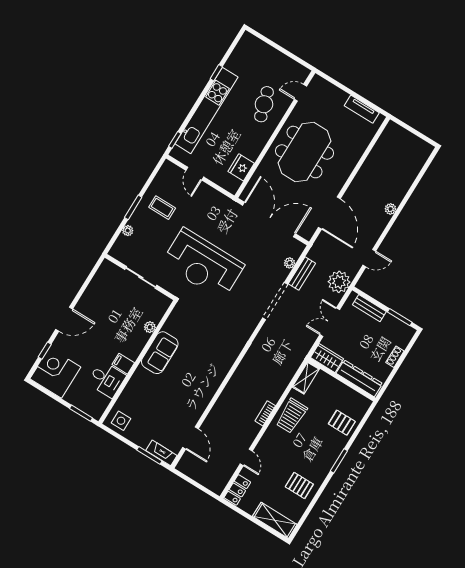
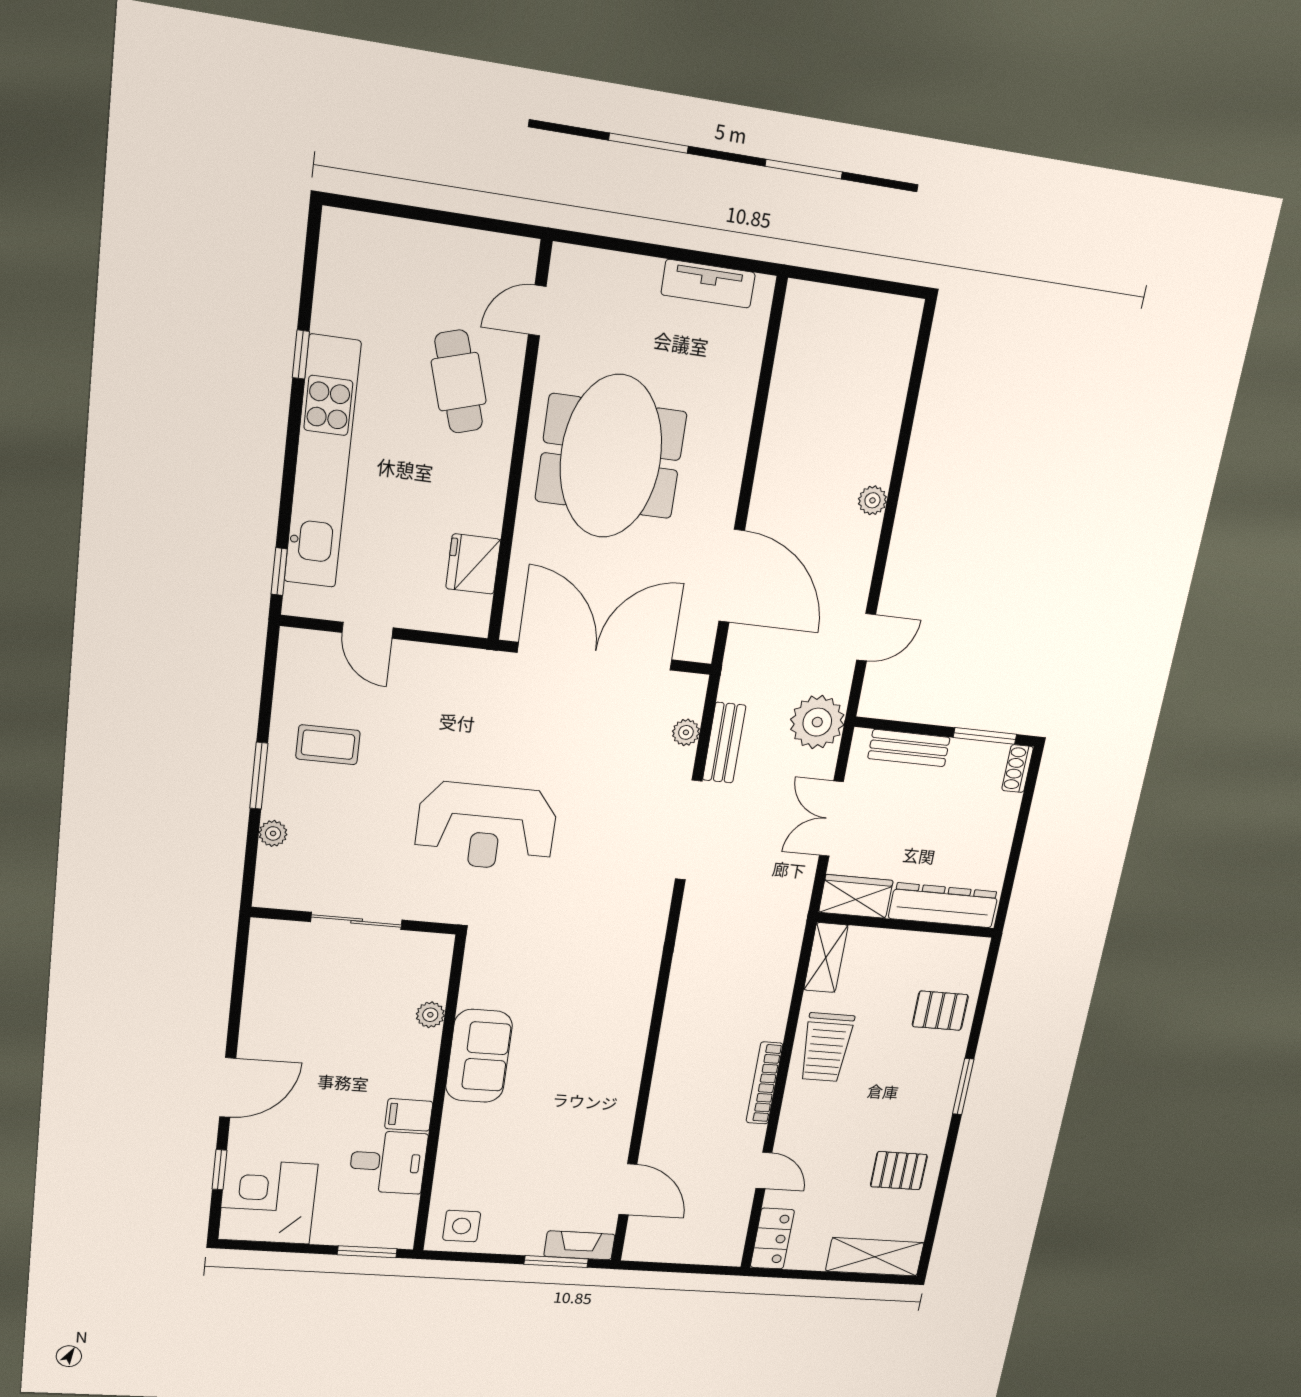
reception desk: (203, 264) -> (486, 827), width x0.74, depth x0.77
shoe rack: (395, 357) -> (1018, 769), moved
bookcase: (265, 413) -> (764, 1083), width x1.56

